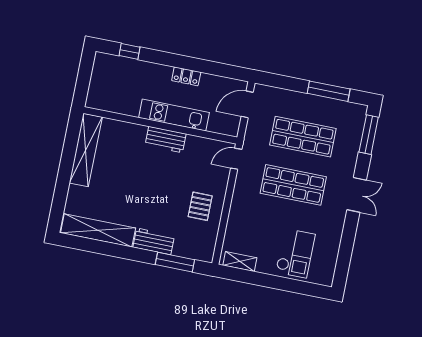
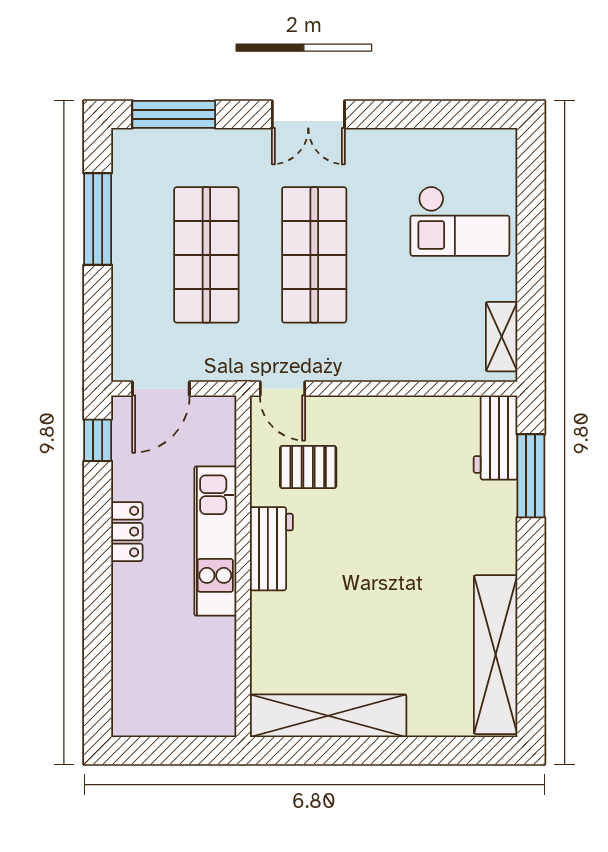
window: (129, 51) -> (98, 440), moved
door: (247, 104) -> (161, 389), hinge flipped
double door: (357, 195) -> (308, 114), swing flipped
pallet: (200, 206) -> (308, 467), moved
workbench: (154, 241) -> (495, 438), moved
checkout: (295, 253) -> (460, 221), turned 180

